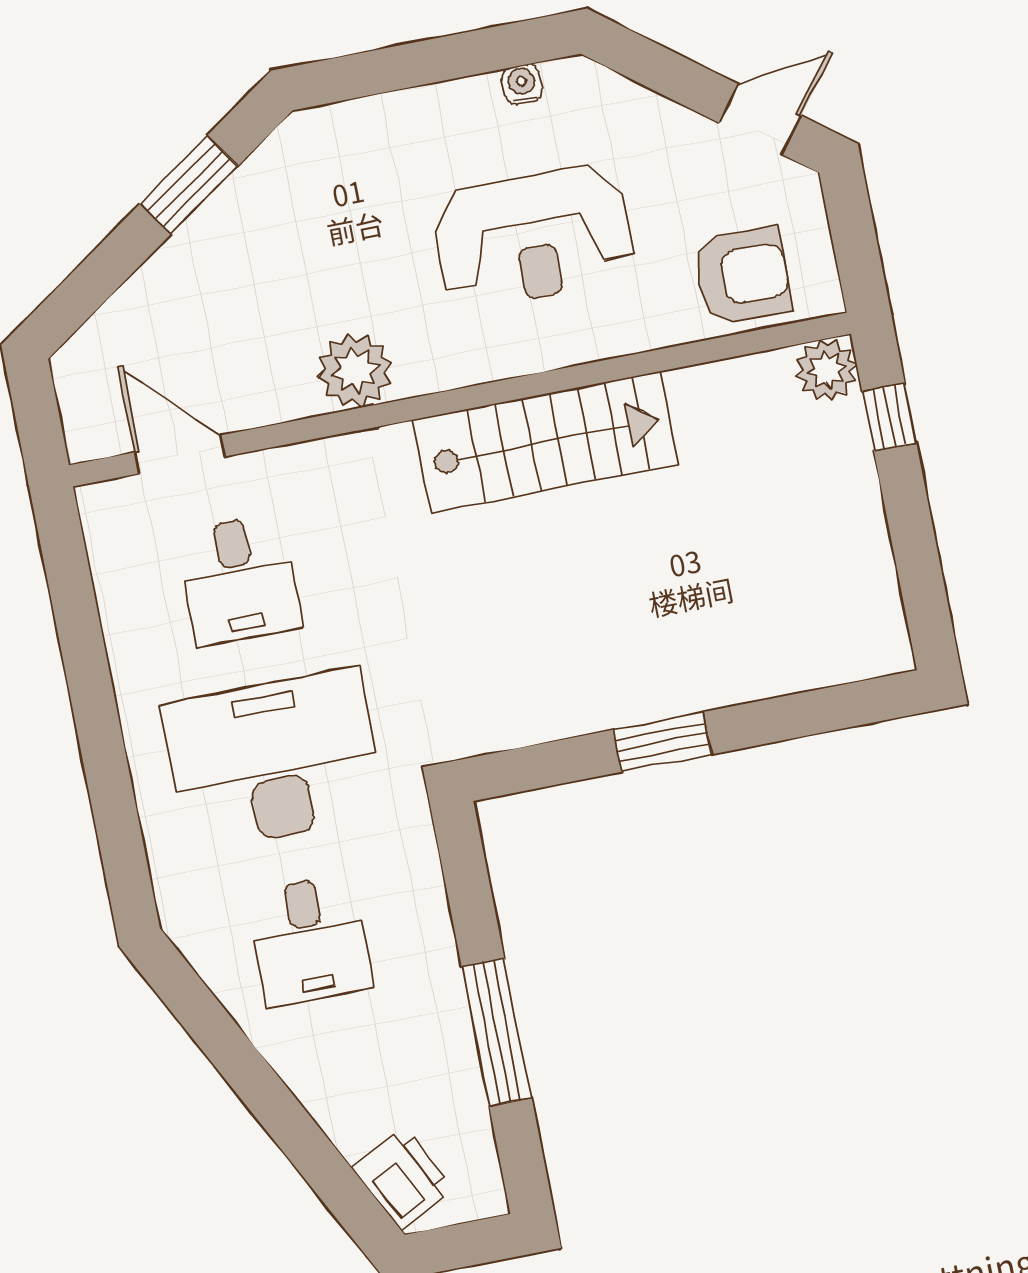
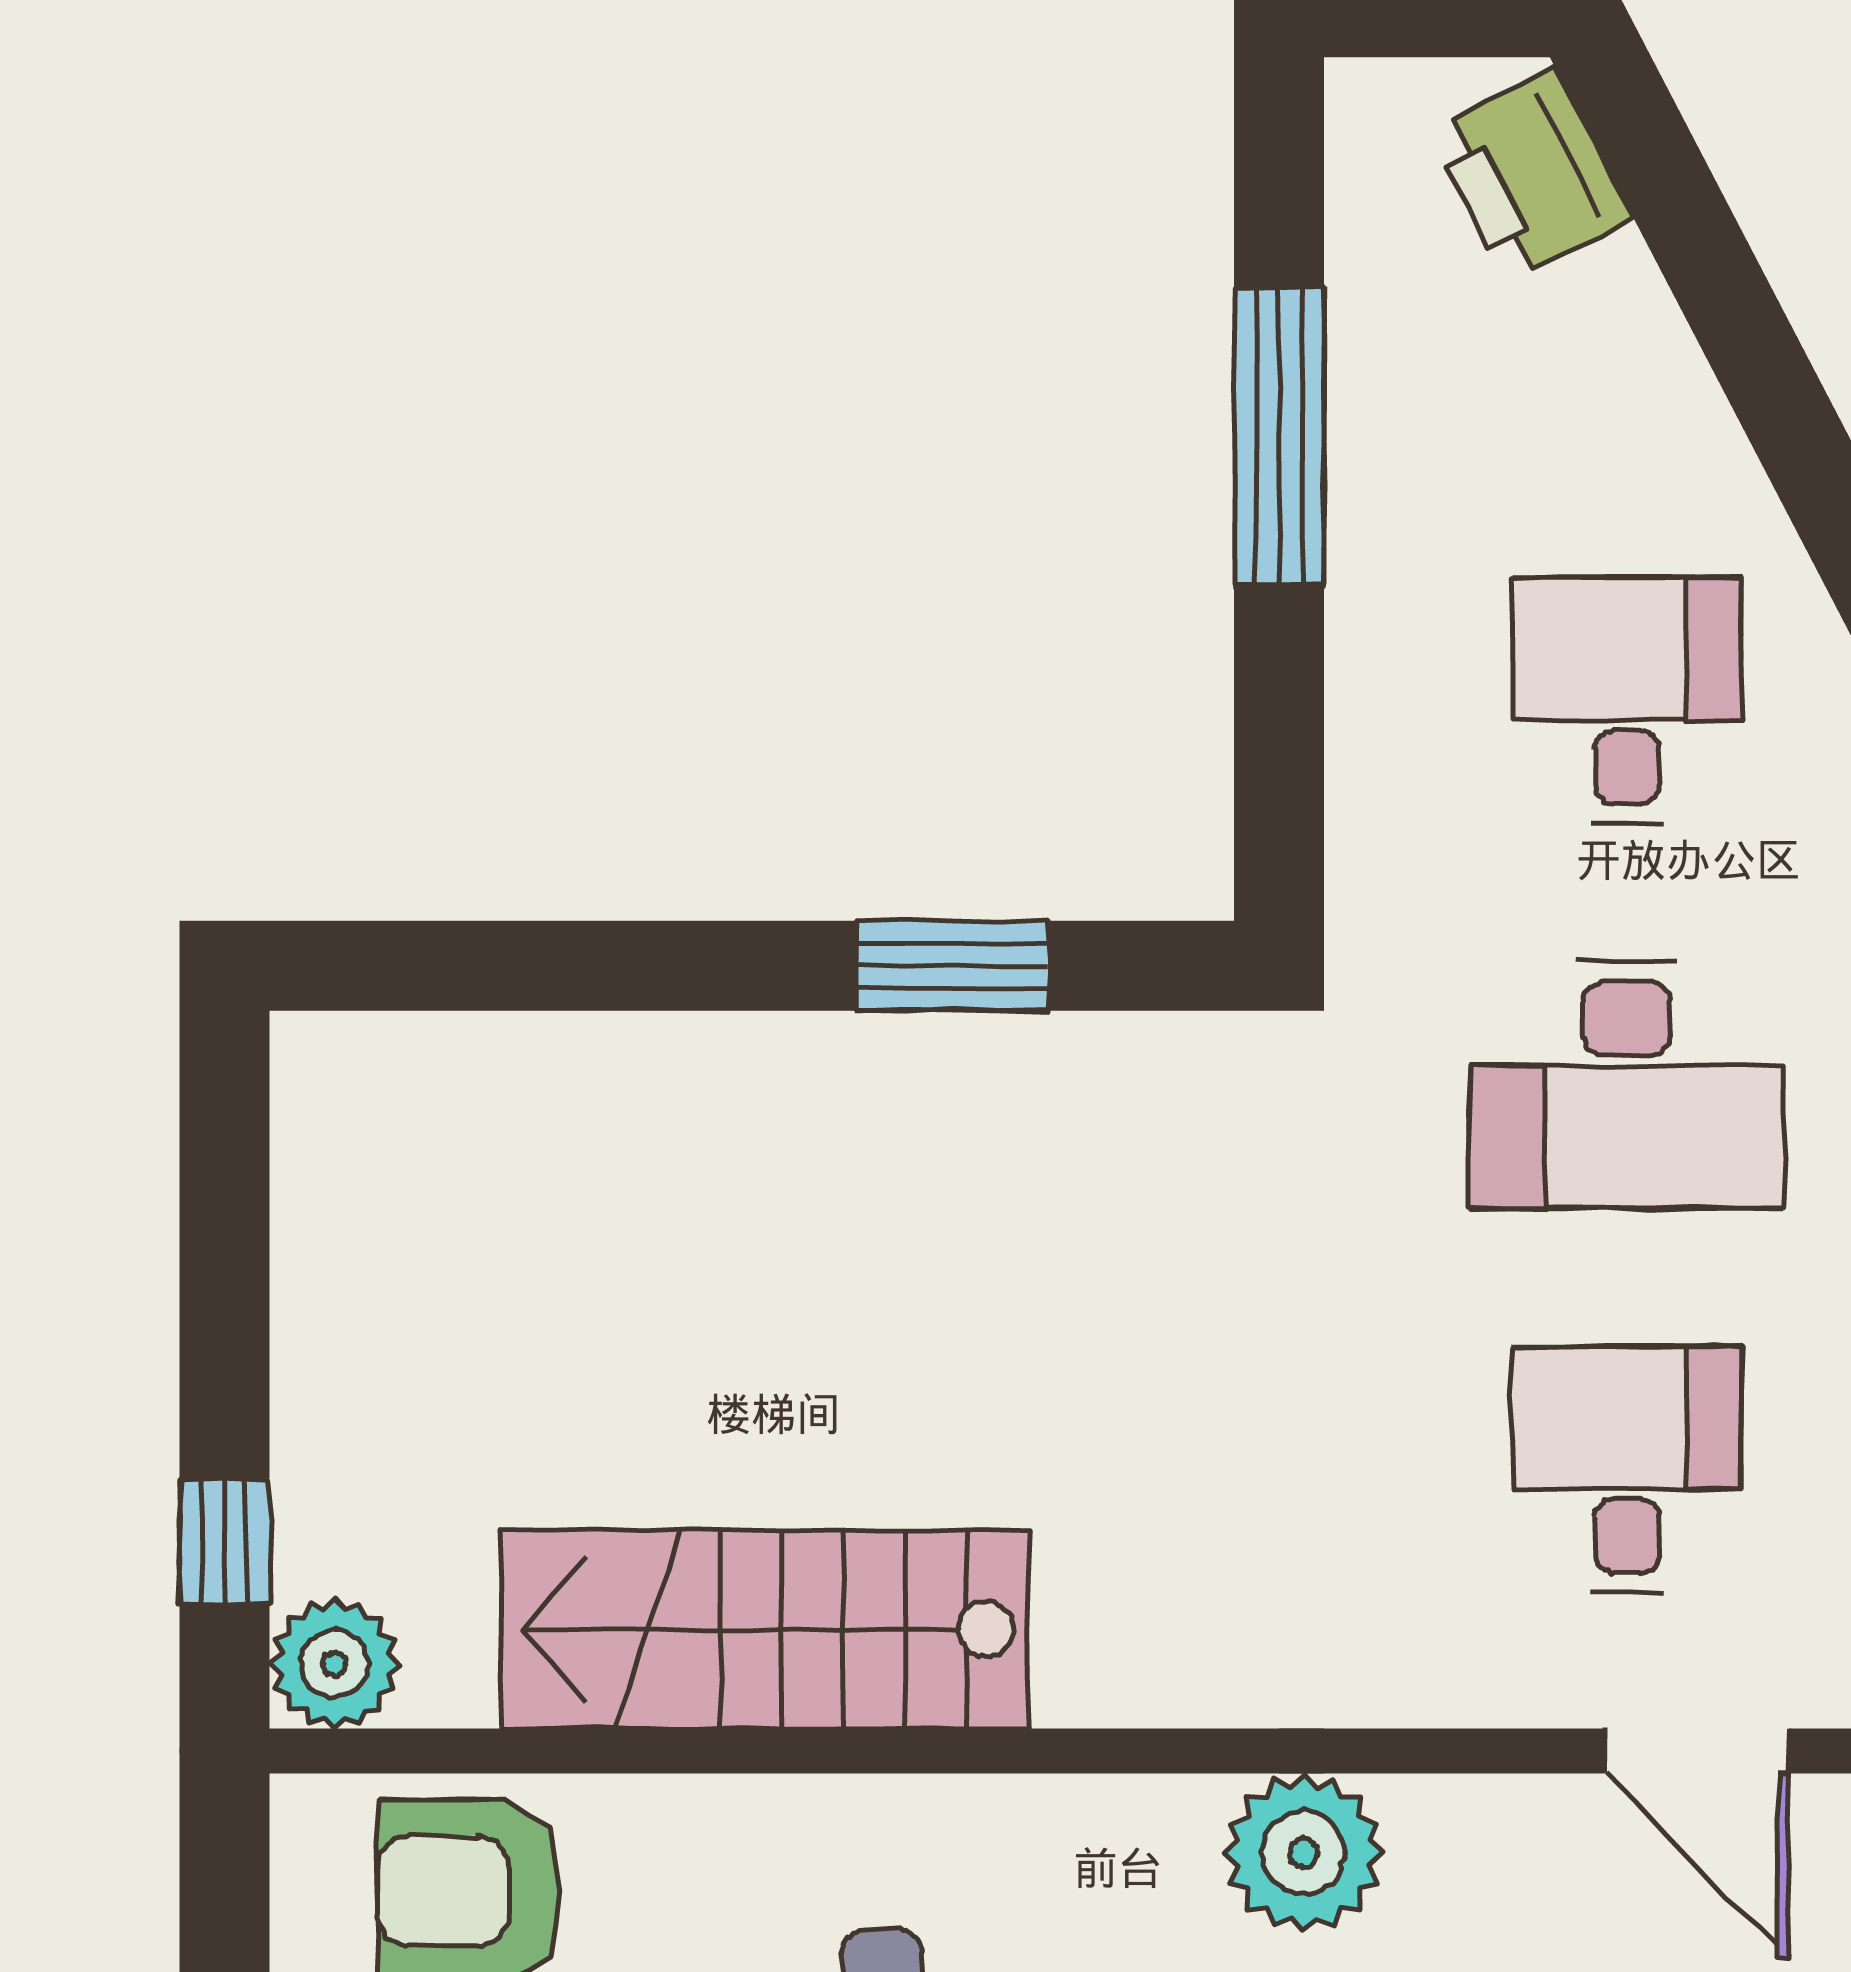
stairs: (545, 442) -> (765, 1629), moved
window: (662, 742) -> (953, 966), moved
desk: (274, 760) -> (1627, 1085), width x0.73, depth x0.77

